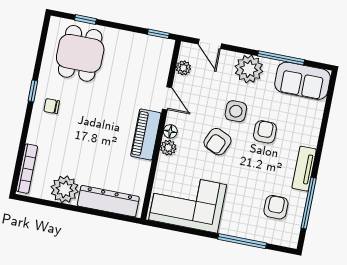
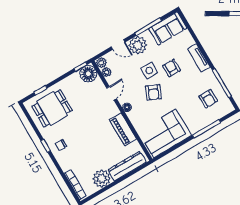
door: (210, 44) -> (118, 44), moved
floor lamp: (160, 50) -> (88, 74), added
dining table: (80, 53) -> (52, 108), turned 90
door: (167, 98) -> (112, 93), hinge flipped
piano: (146, 135) -> (123, 129), moved
plant: (168, 148) -> (101, 63), moved
tv unit: (304, 169) -> (199, 58), moved
armchair: (276, 207) -> (208, 99), turned 180

